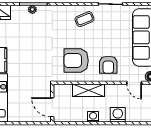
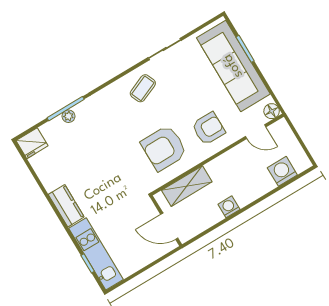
armchair: (108, 65) -> (208, 129), turned -90
shelving: (88, 90) -> (187, 186), moved
washing machine: (118, 115) -> (282, 171), moved

